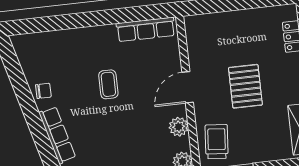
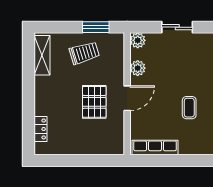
pallet: (245, 86) -> (94, 102), moved
trolley: (217, 142) -> (84, 53), moved, turned -112

